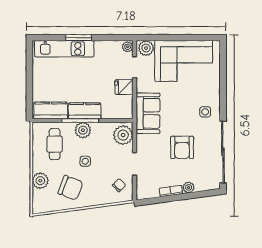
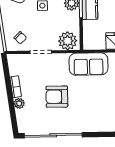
side table: (205, 112) -> (91, 118), removed

